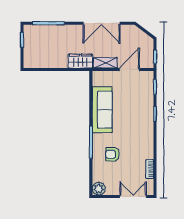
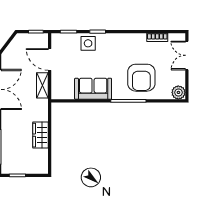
wardrobe: (80, 61) -> (41, 135), moved
side table: (144, 105) -> (88, 43), added
sofa: (102, 110) -> (93, 89), width x0.73
armchair: (112, 154) -> (141, 78), width x1.88, depth x1.88

